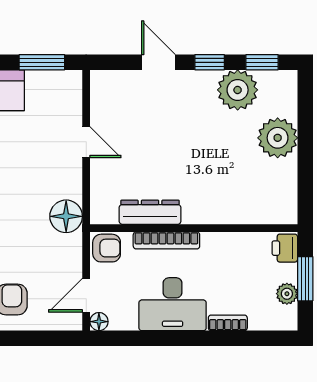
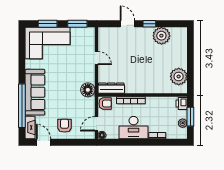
window: (262, 62) -> (172, 24), removed
plant: (278, 138) -> (179, 76), moved
dresser: (150, 212) -> (111, 88), moved

